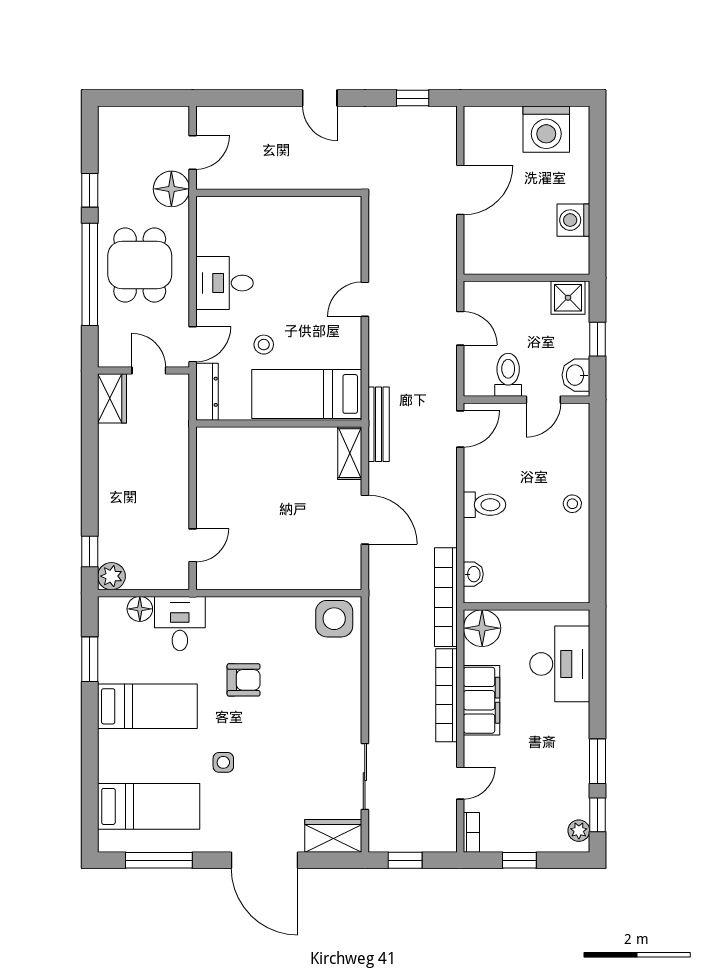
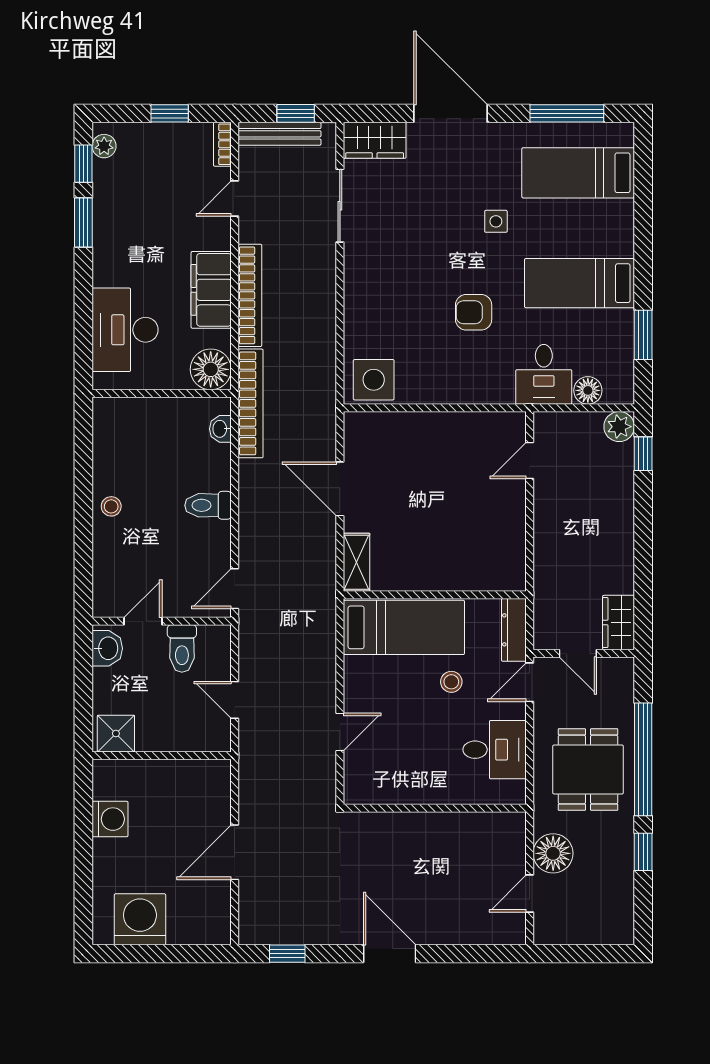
door: (320, 98) -> (390, 954), width x1.37
wall: (279, 193) -> (435, 808), moved
window: (598, 339) -> (83, 688), removed
bench: (379, 424) -> (280, 134), moved, turned 90

